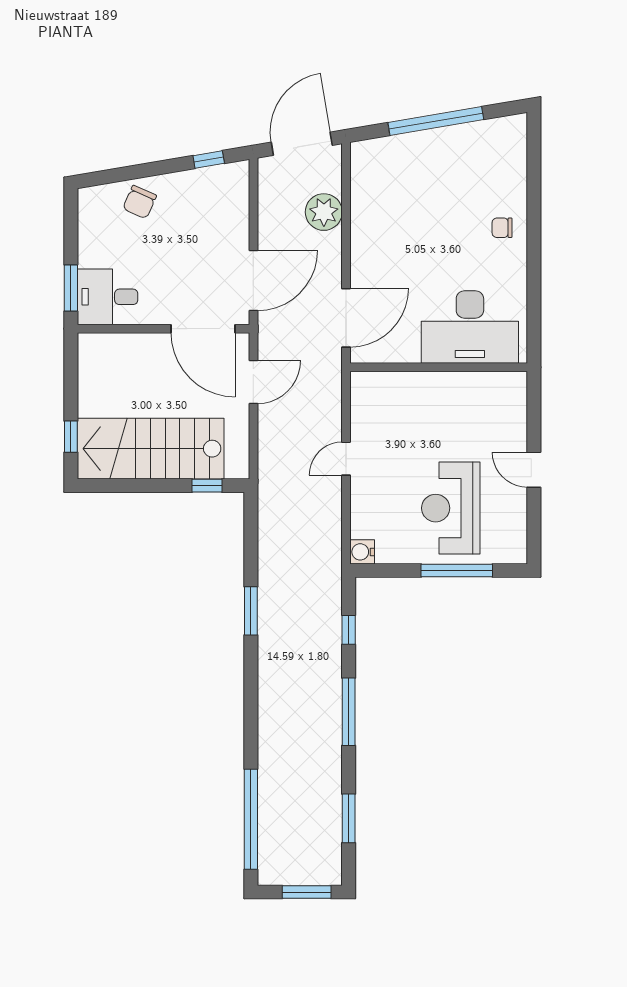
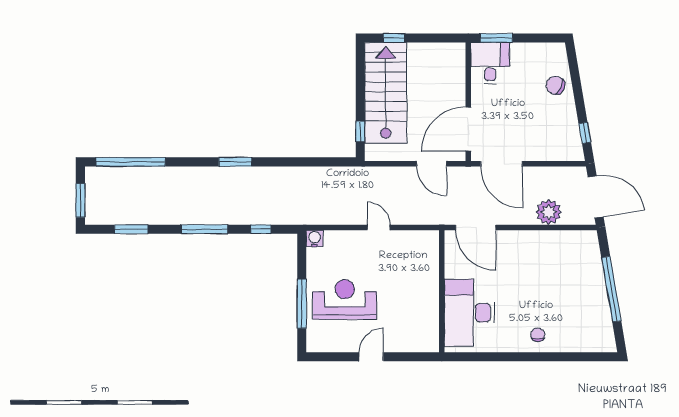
window: (251, 611) -> (235, 162), moved

